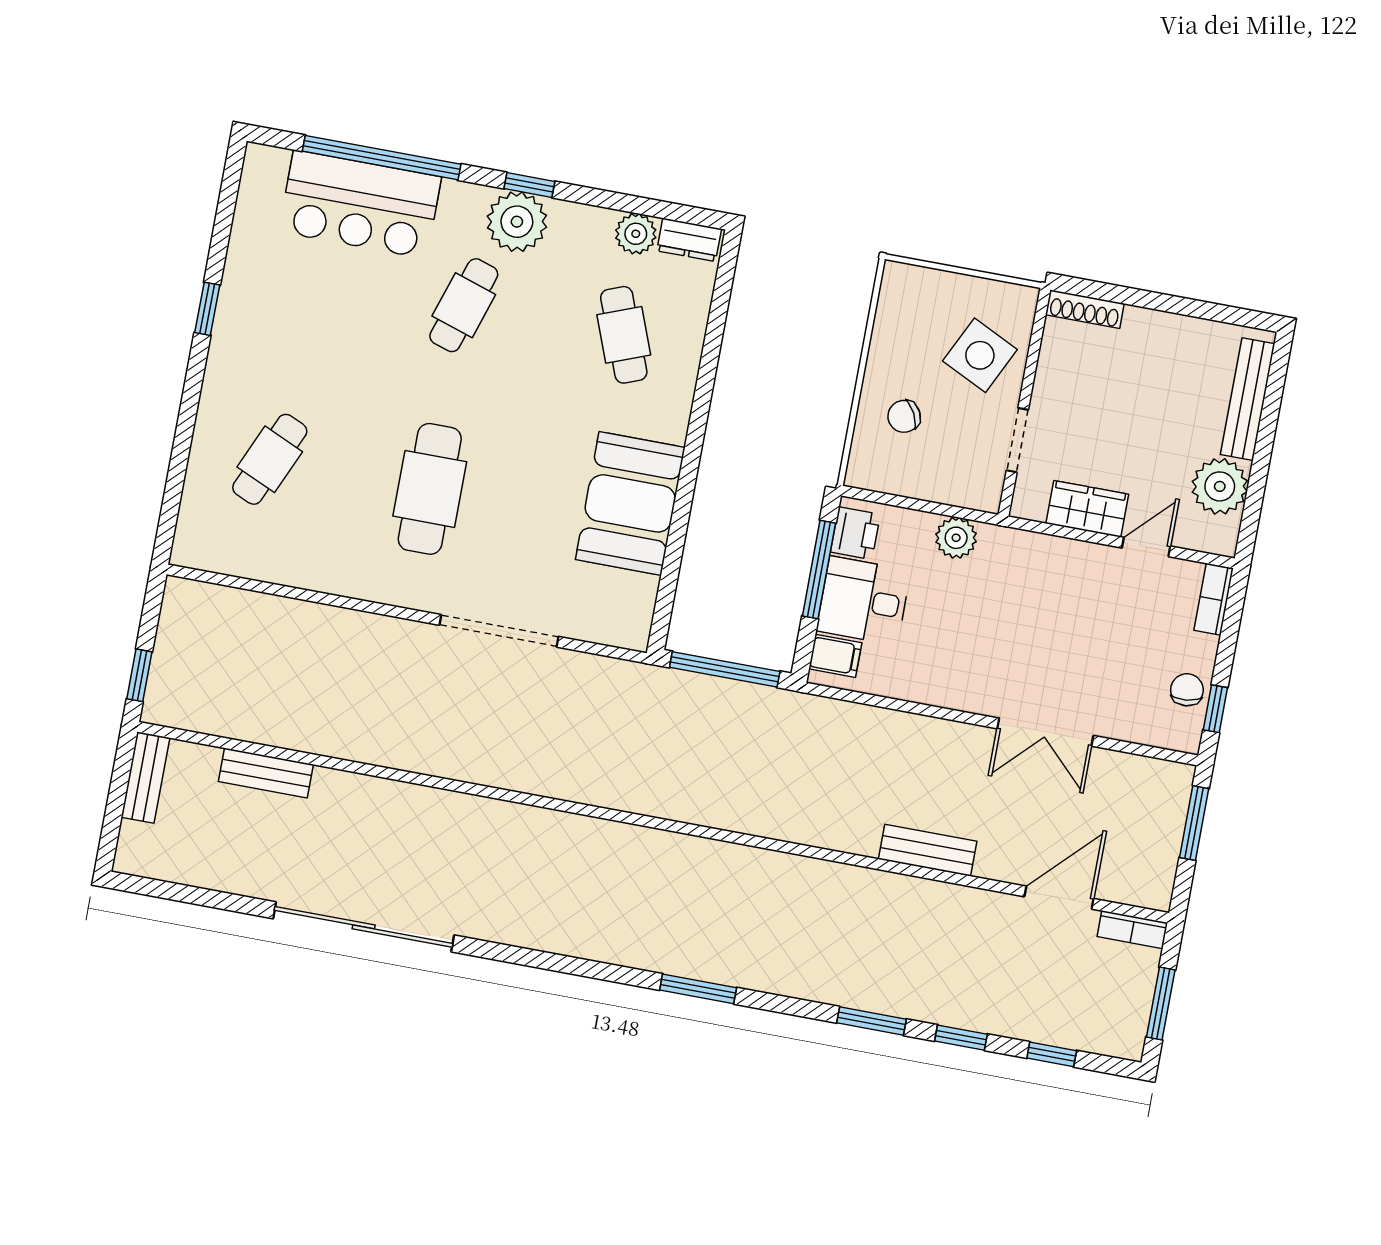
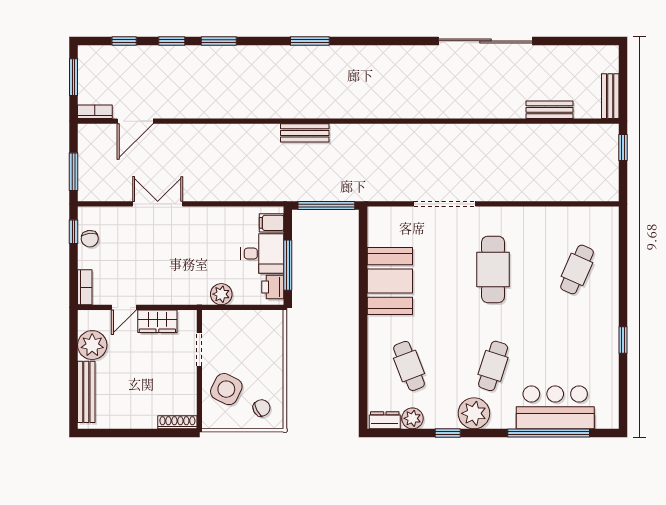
window: (529, 185) -> (448, 433), moved
chair: (904, 416) -> (261, 408), moved
bench: (928, 850) -> (305, 133), moved

